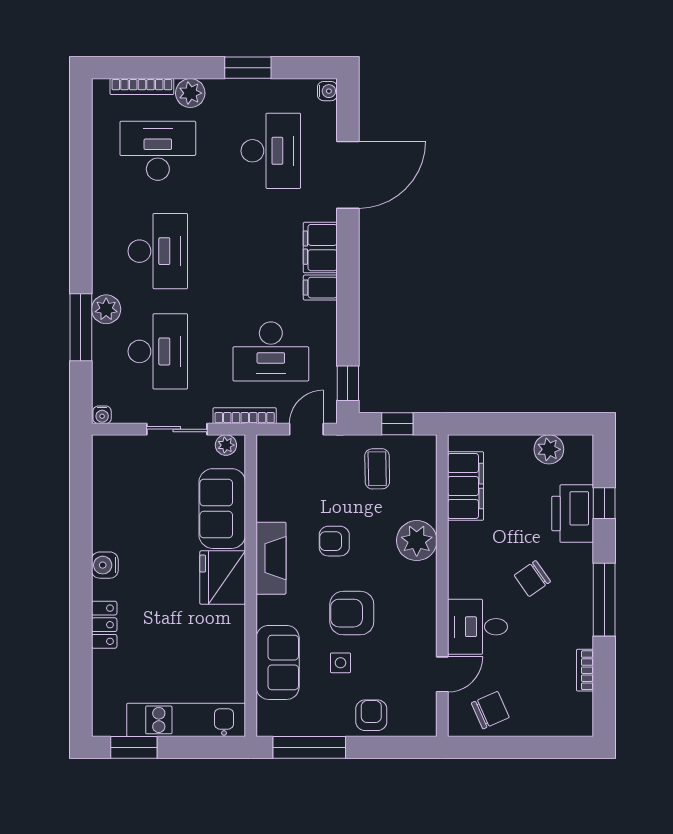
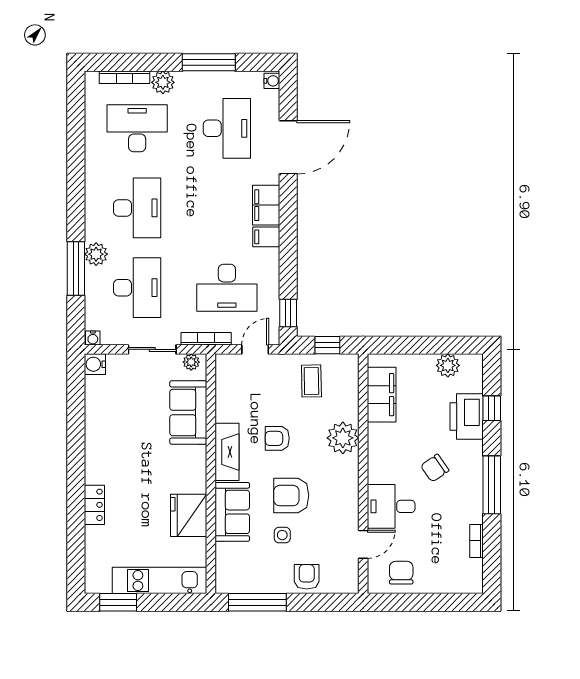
window: (248, 68) -> (209, 62), width x1.44
water cooler: (105, 565) -> (95, 364), moved
fridge: (223, 578) -> (189, 515), moved
sofa: (278, 662) -> (232, 512), moved
chair: (490, 710) -> (401, 573), turned -66

